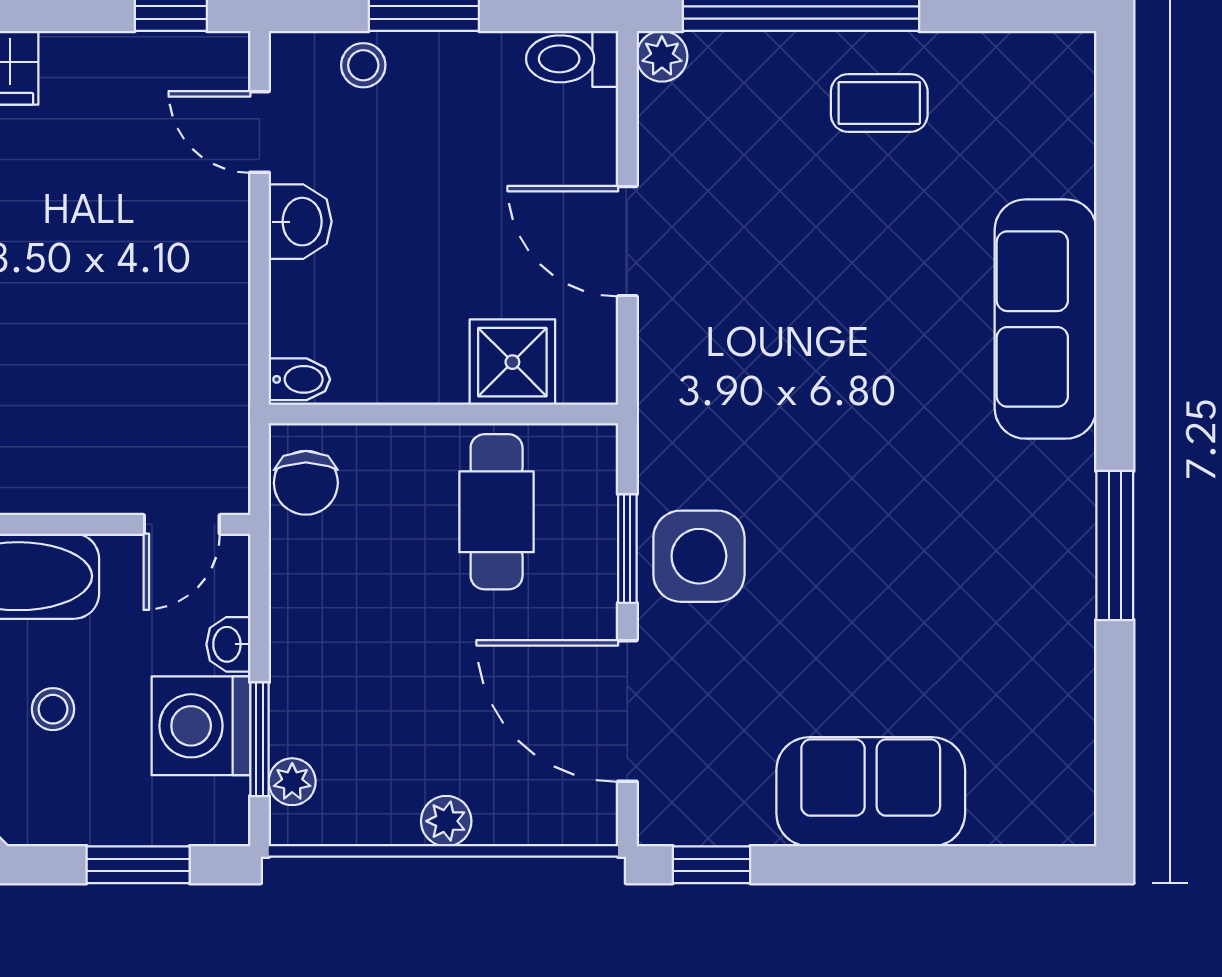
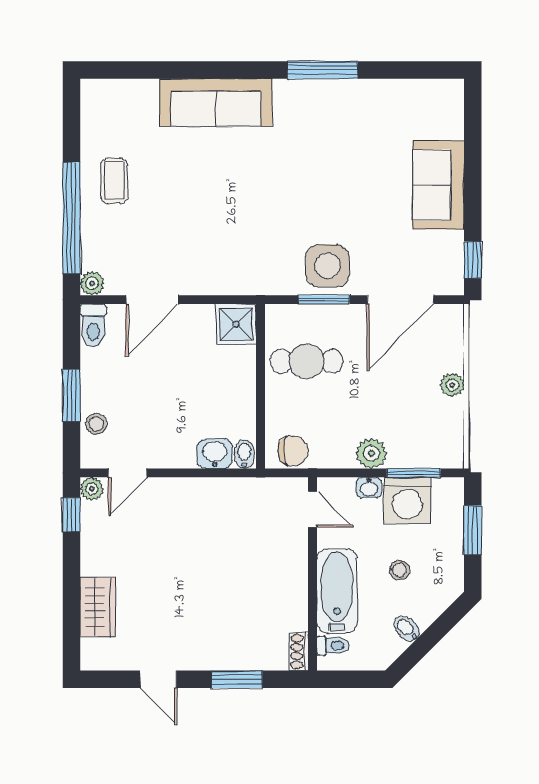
plant: (226, 55) -> (92, 489), added
washbasin: (300, 222) -> (215, 454), moved
door: (627, 241) -> (152, 300), moved
shower: (512, 362) -> (236, 324), moved
plant: (292, 782) -> (371, 453), moved, width x1.38, depth x1.38

